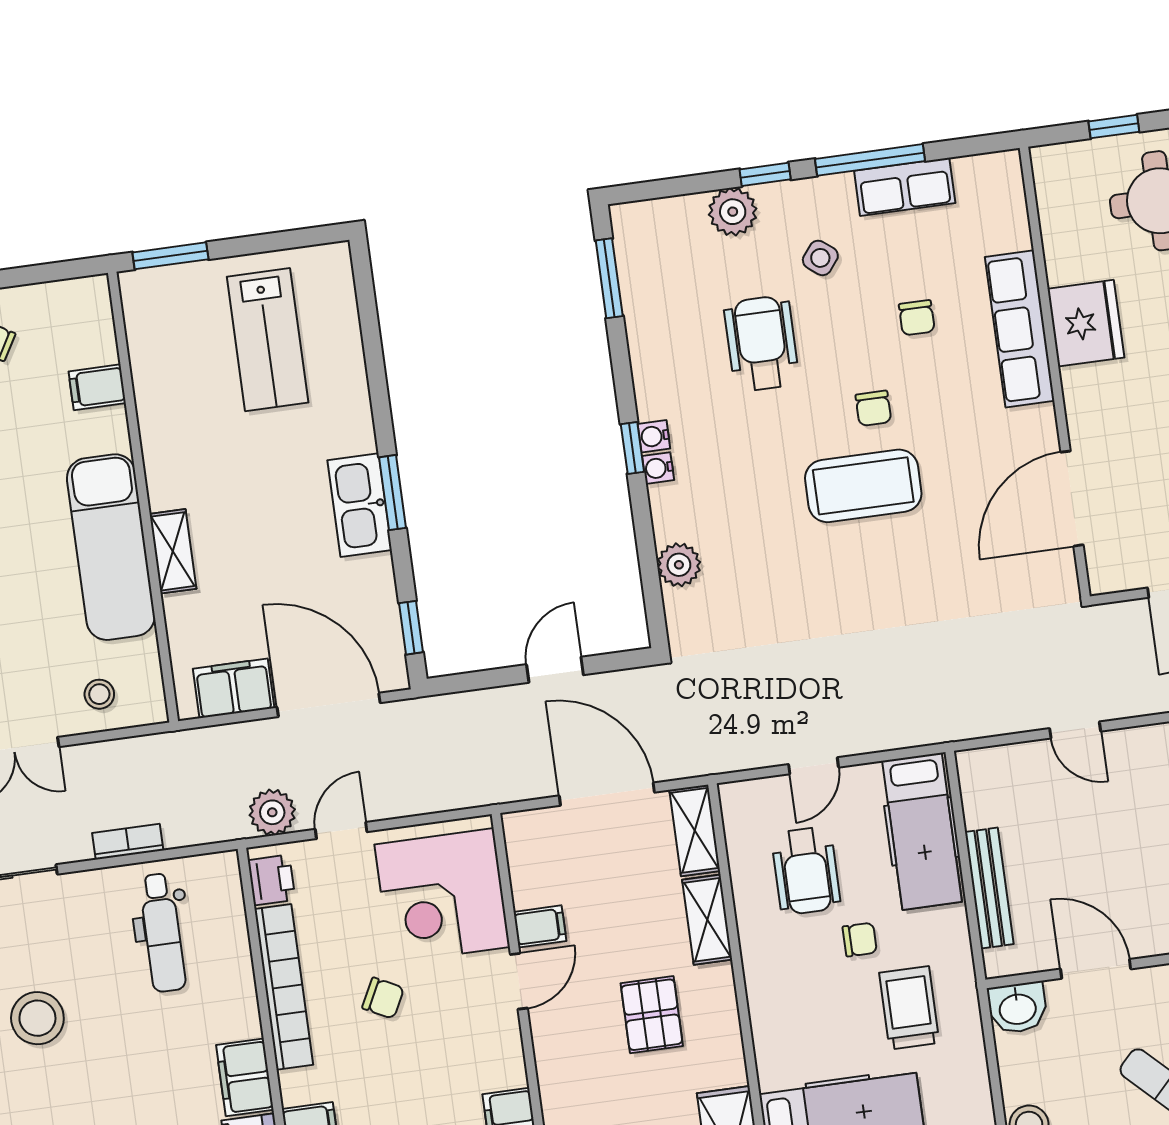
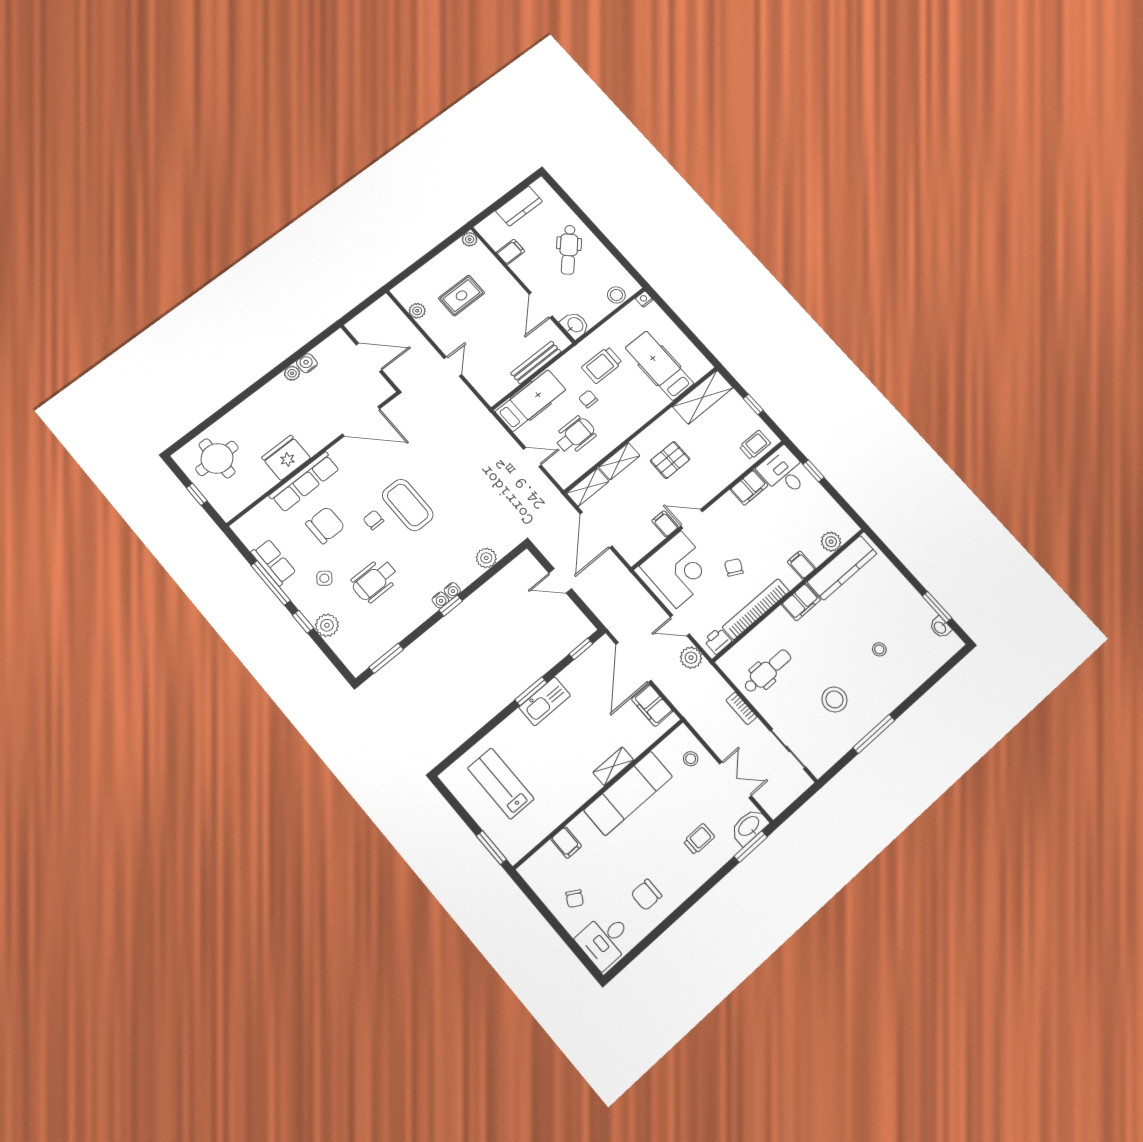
chair: (917, 318) -> (325, 525), width x1.87, depth x1.87
lab bench: (268, 340) -> (501, 784), turned -90
chair: (873, 408) -> (373, 520), turned -90

